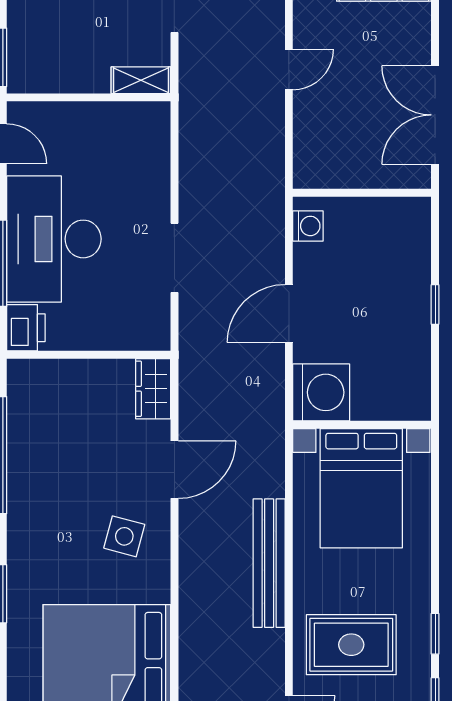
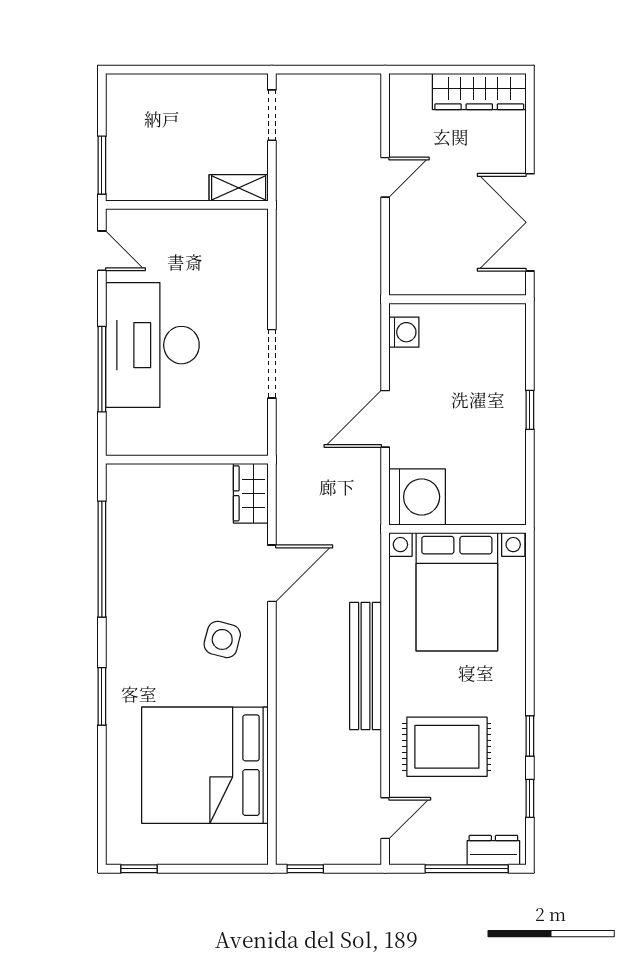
printer: (26, 328) -> (125, 433), removed

